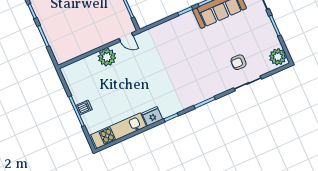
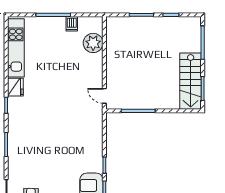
door: (126, 37) -> (104, 96), hinge flipped
plant: (107, 57) -> (93, 43), moved
dishwasher: (84, 108) -> (72, 24), moved

